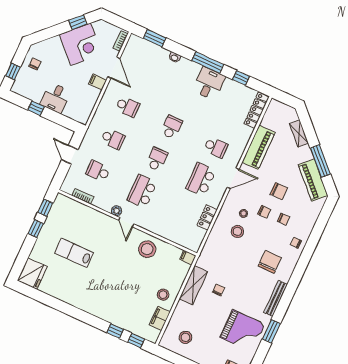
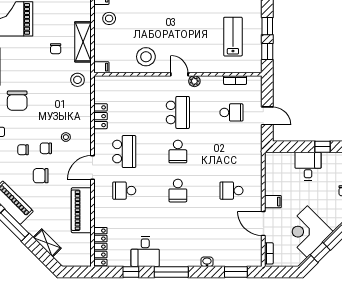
desk: (209, 83) -> (145, 251), moved
school desk: (113, 139) -> (231, 152), removed
stool: (237, 231) -> (78, 80), moved
lab bench: (74, 253) -> (233, 37), moved, turned -90

